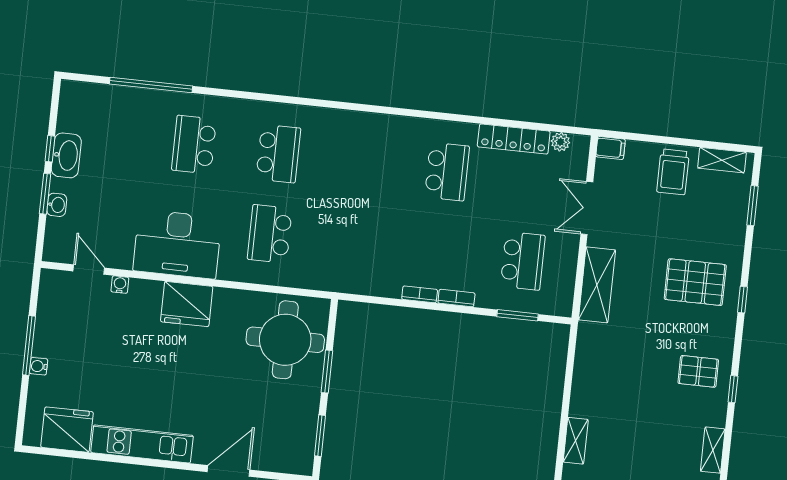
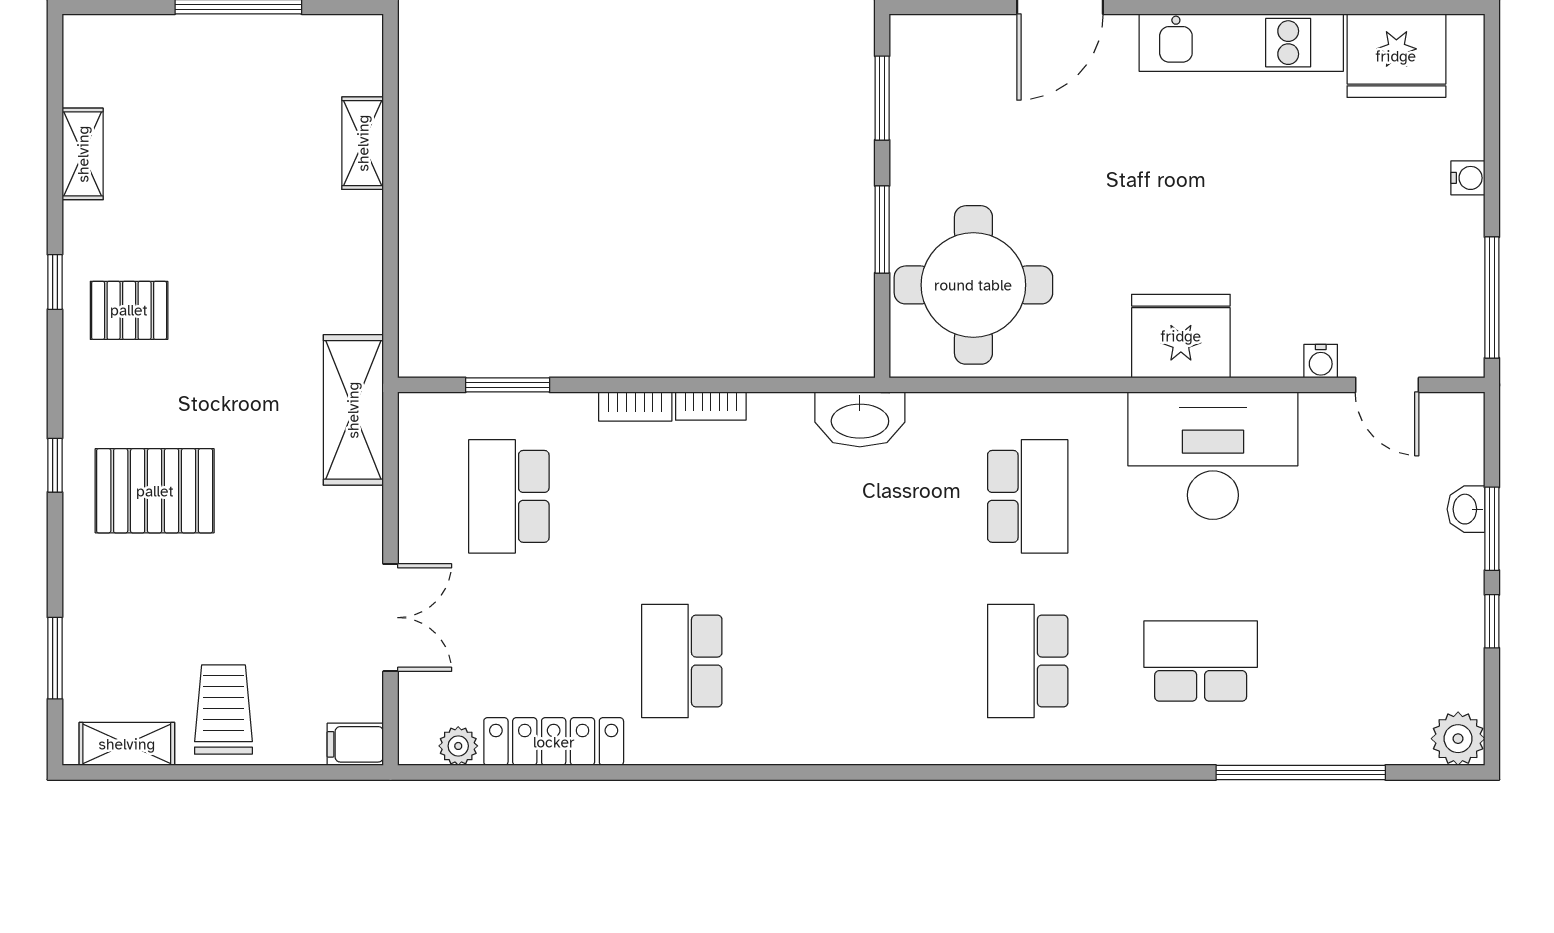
plant: (73, 93) -> (1458, 739), added
school desk: (194, 145) -> (1201, 661), turned -90
washbasin: (66, 155) -> (860, 419), moved, turned -90
shelving: (597, 285) -> (353, 410), moved
window: (29, 346) -> (1492, 297), moved

